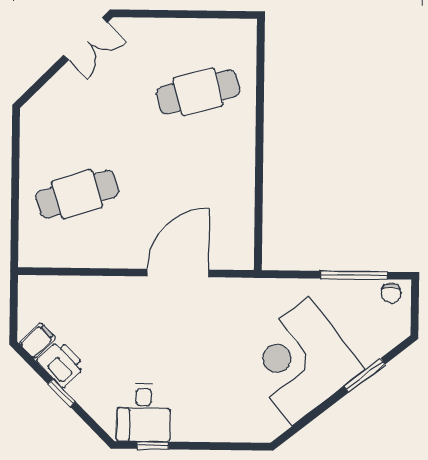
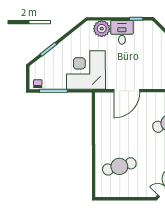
corner desk: (300, 361) -> (86, 70), moved, turned -142
desk: (143, 413) -> (122, 32), moved
plant: (236, 423) -> (102, 29), added

